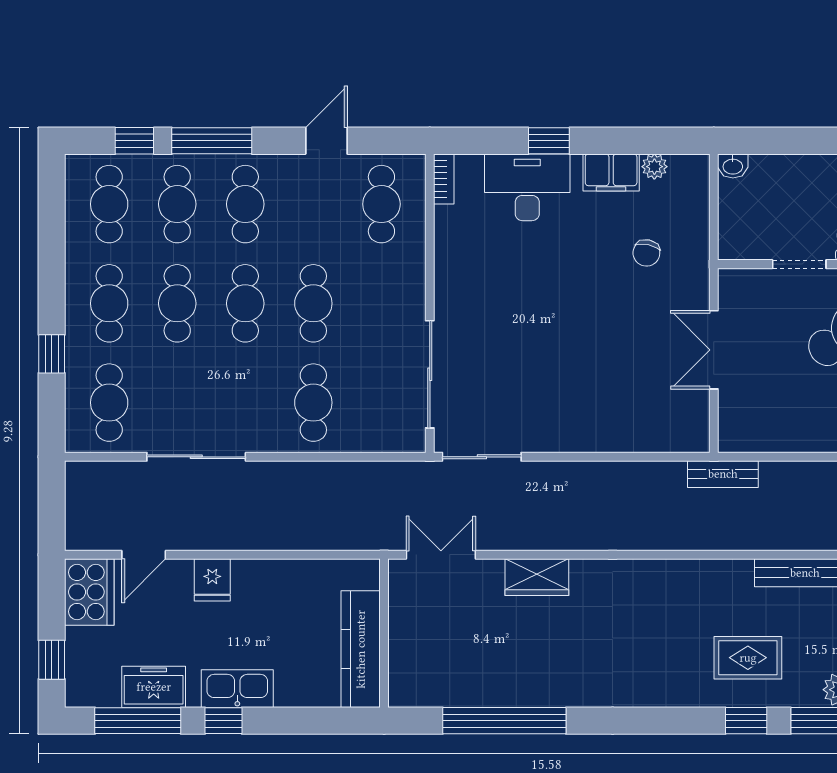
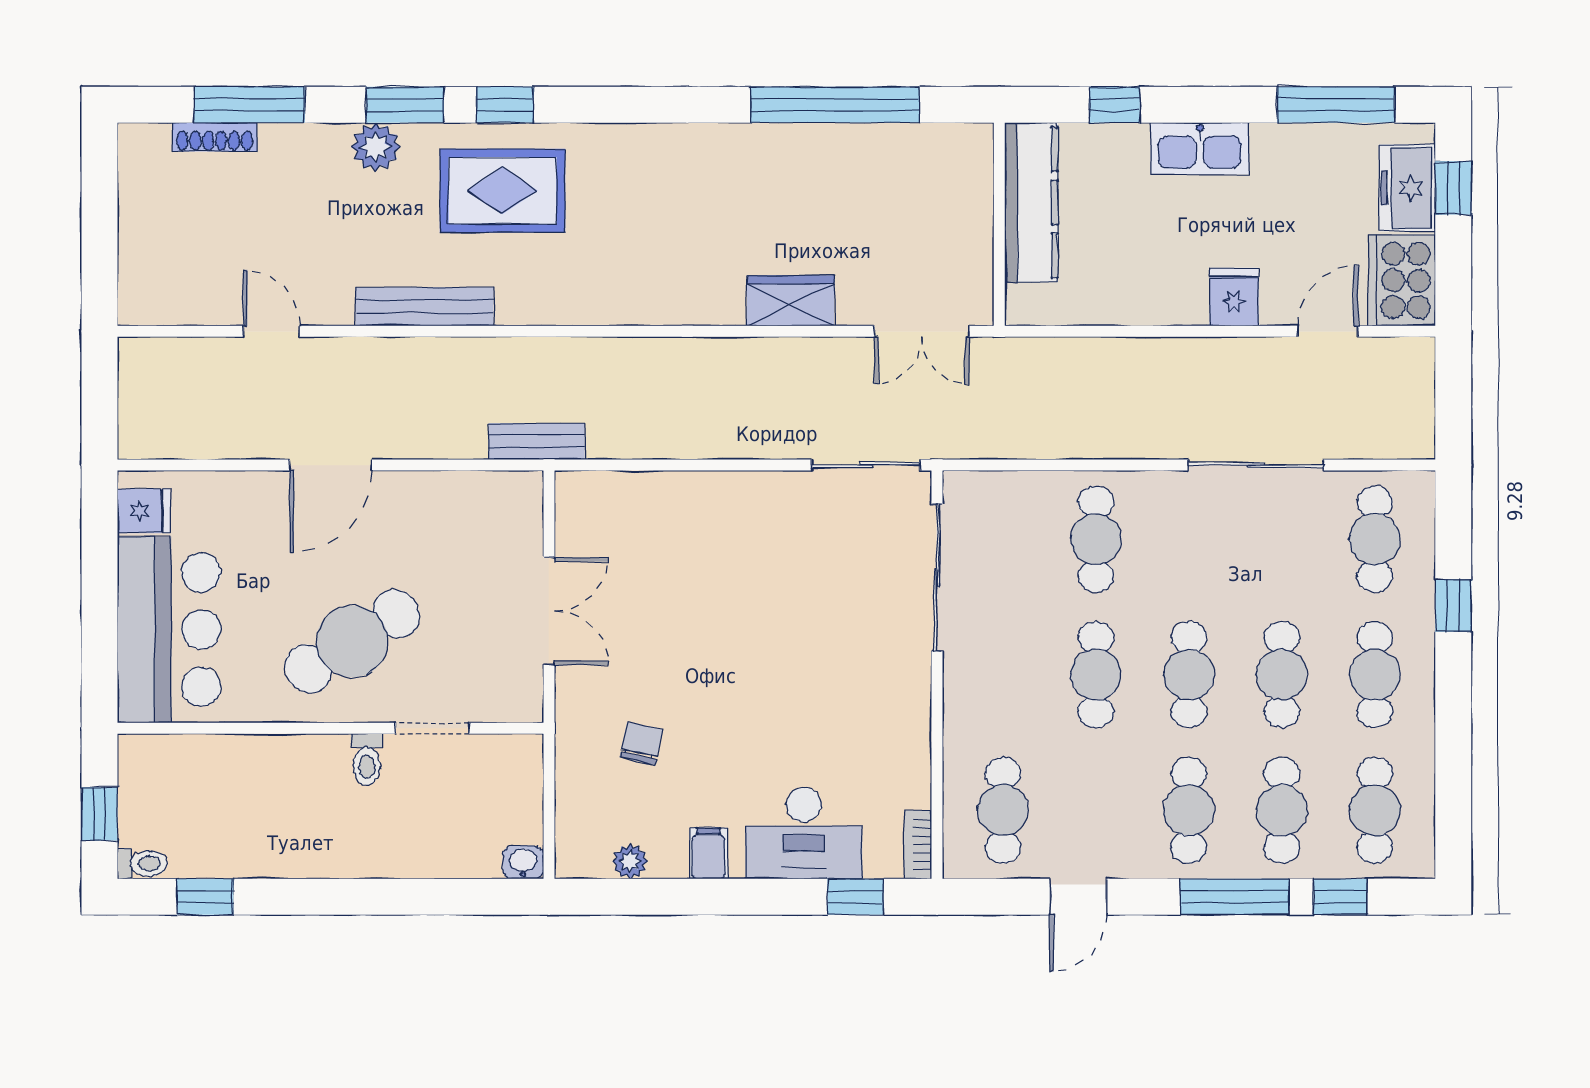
window: (549, 141) -> (855, 897), moved
filing cabinet: (611, 172) -> (708, 853), width x0.50
rug: (748, 658) -> (502, 191), width x1.36, depth x1.43
freezer: (154, 687) -> (1407, 188), moved, turned 90
window: (223, 721) -> (1115, 105), moved

